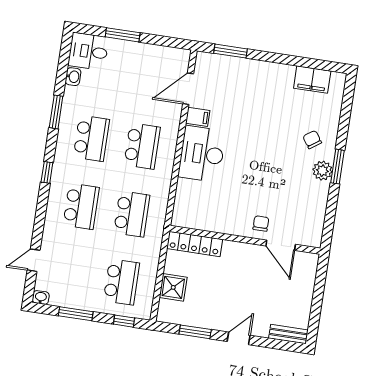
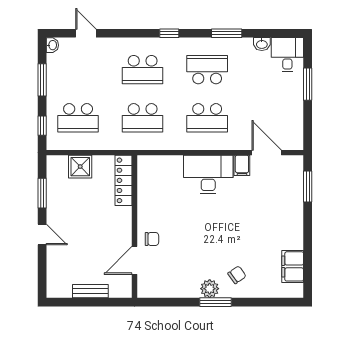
school desk: (91, 138) -> (207, 70), turned 180
bench: (288, 334) -> (90, 291), moved, turned 90

